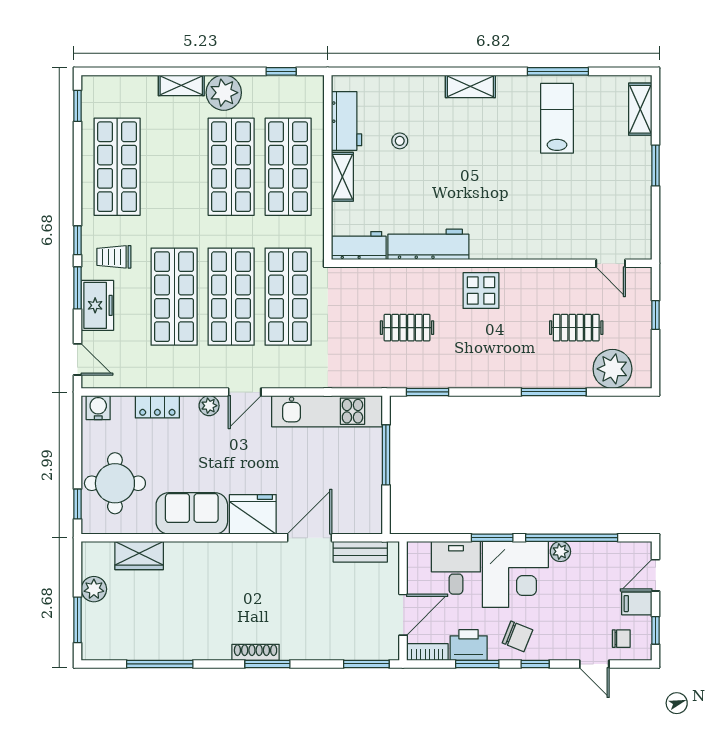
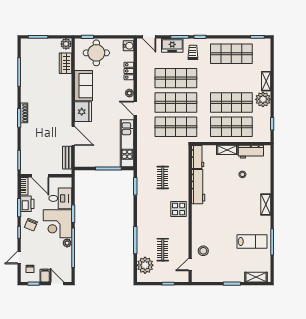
stool: (579, 233) -> (203, 251), added
door: (78, 359) -> (149, 37), hinge flipped
plant: (94, 589) -> (66, 44), moved

